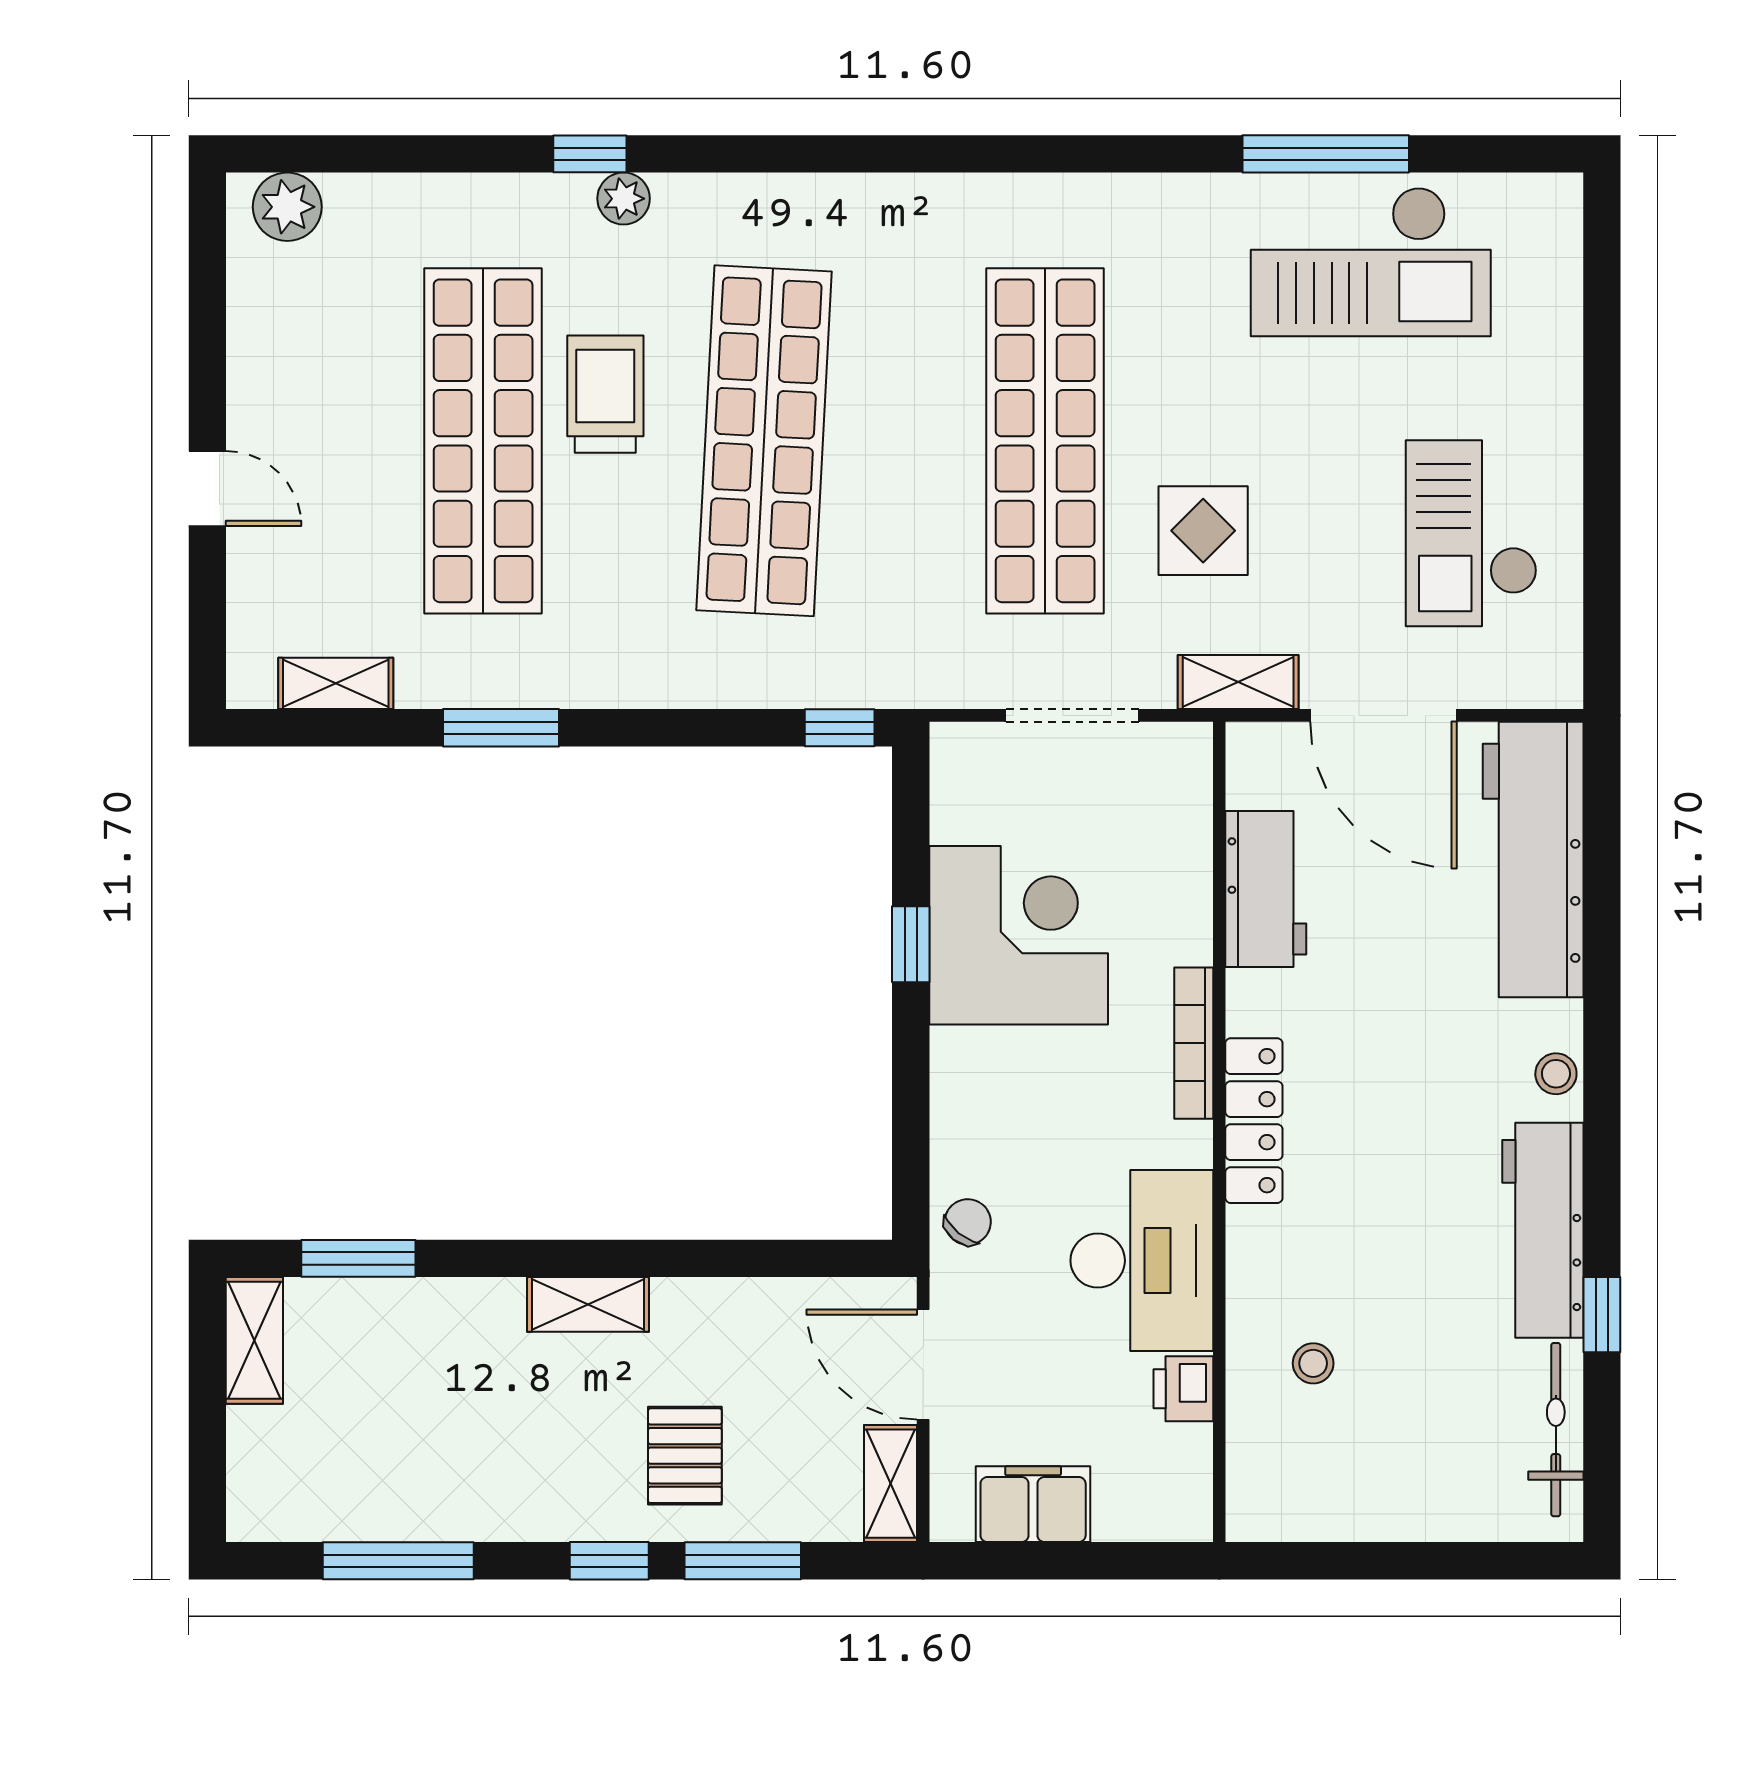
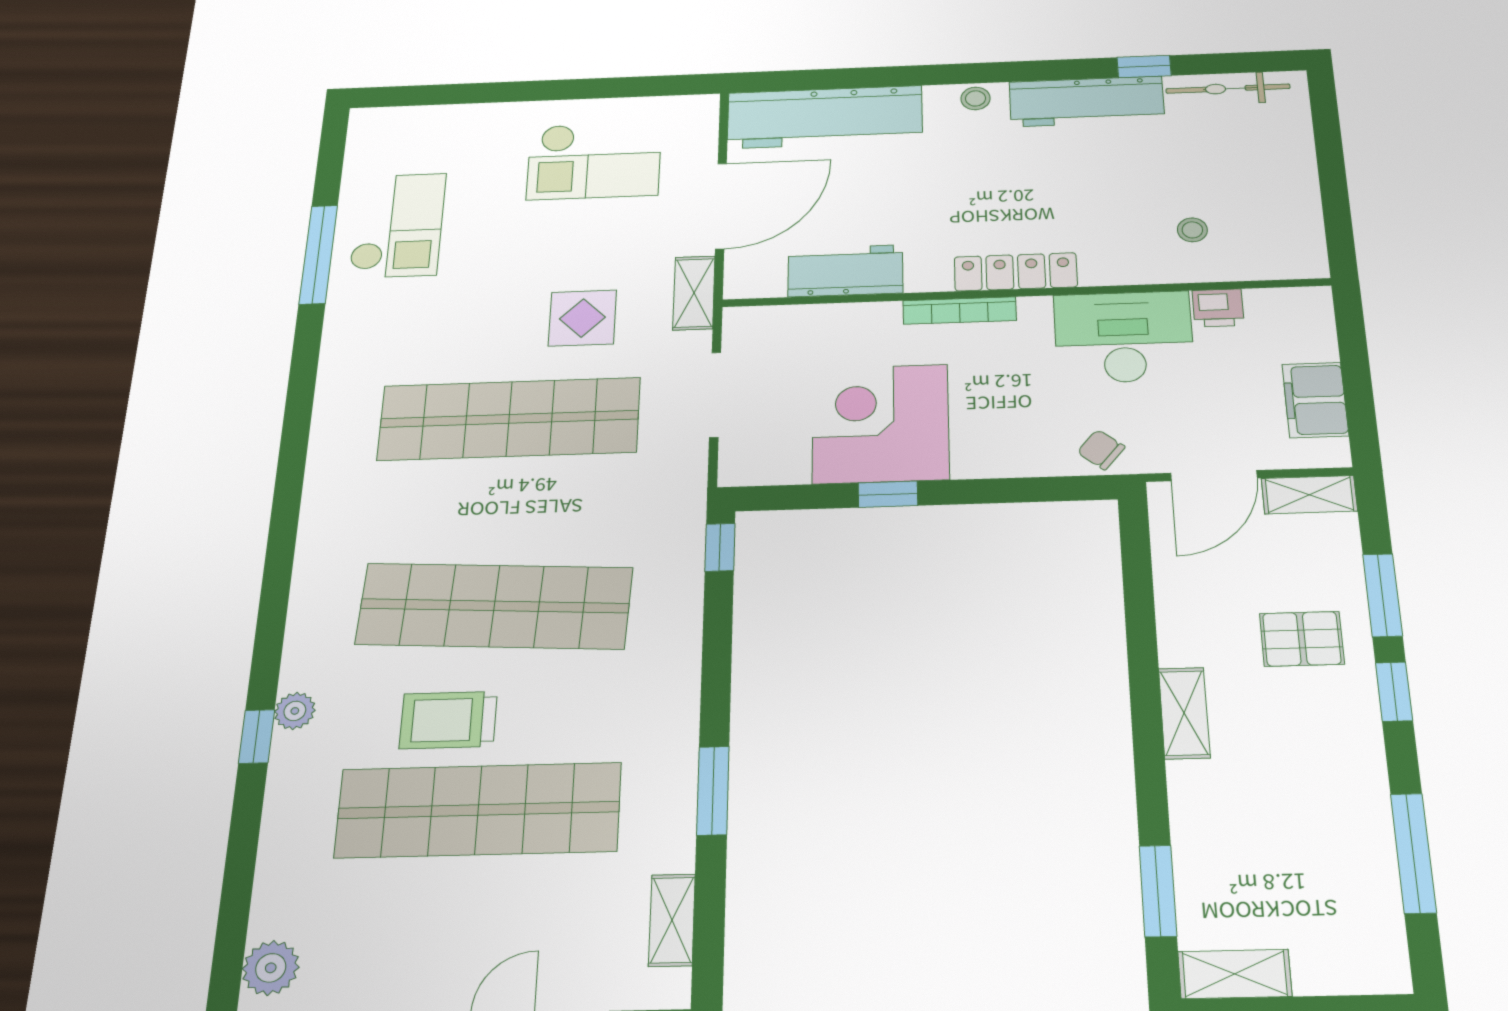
checkout: (1371, 262) -> (398, 225), width x0.73, depth x0.83

